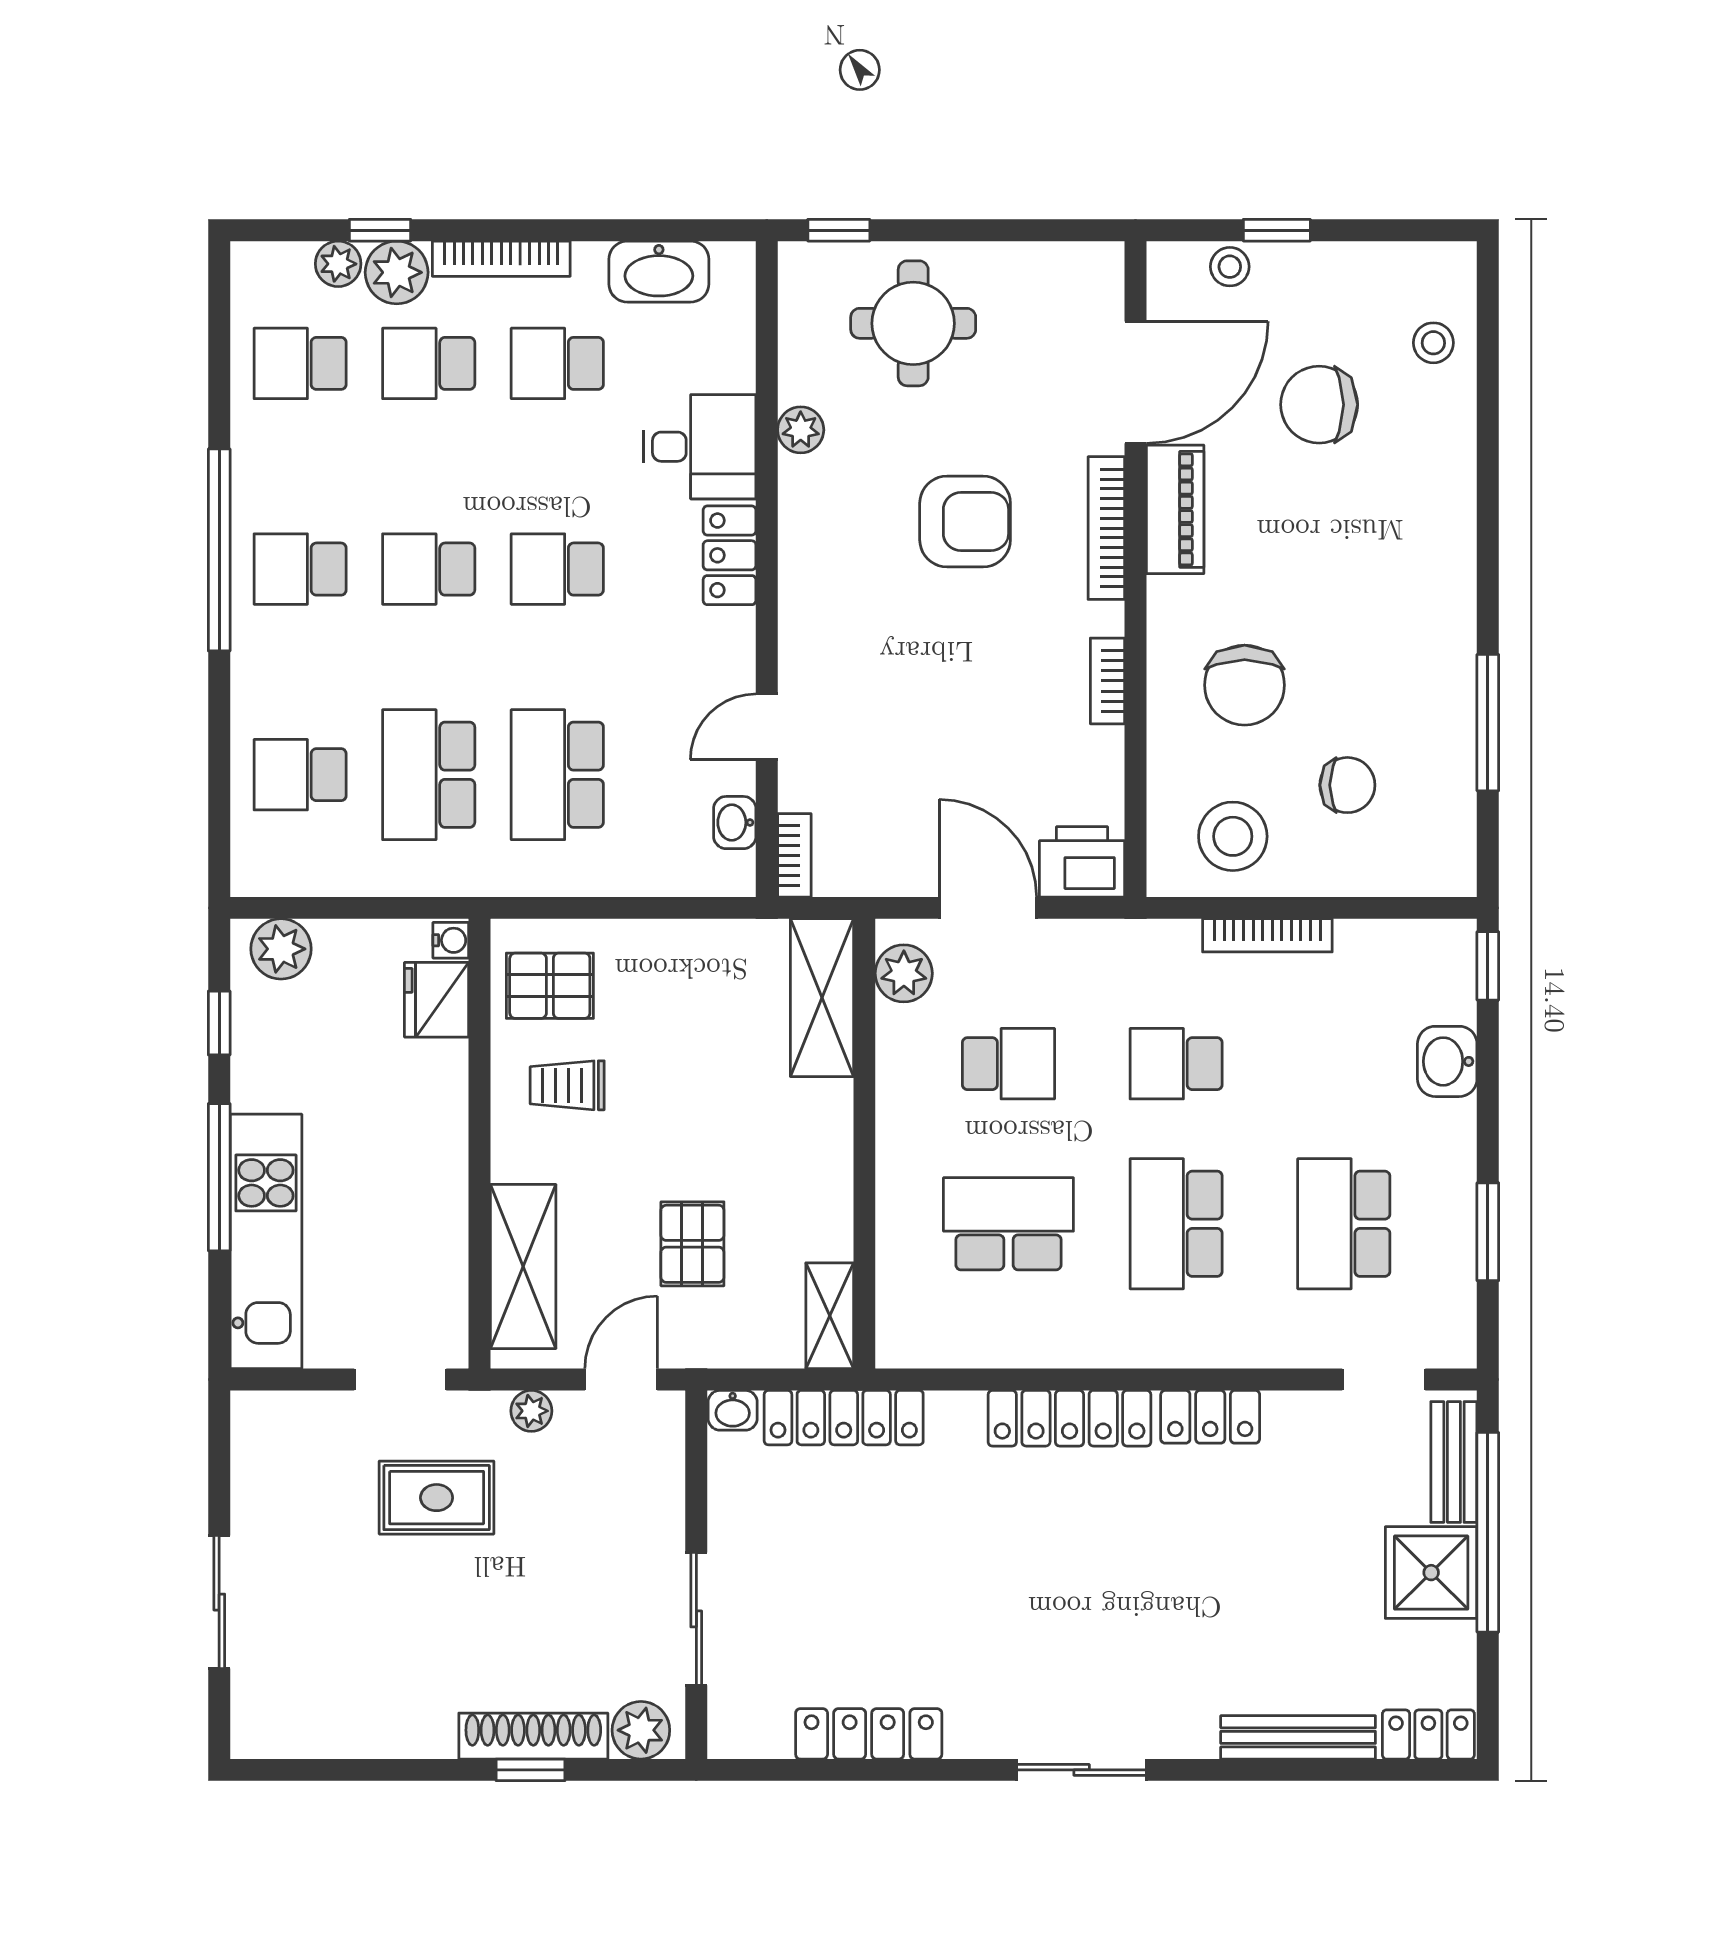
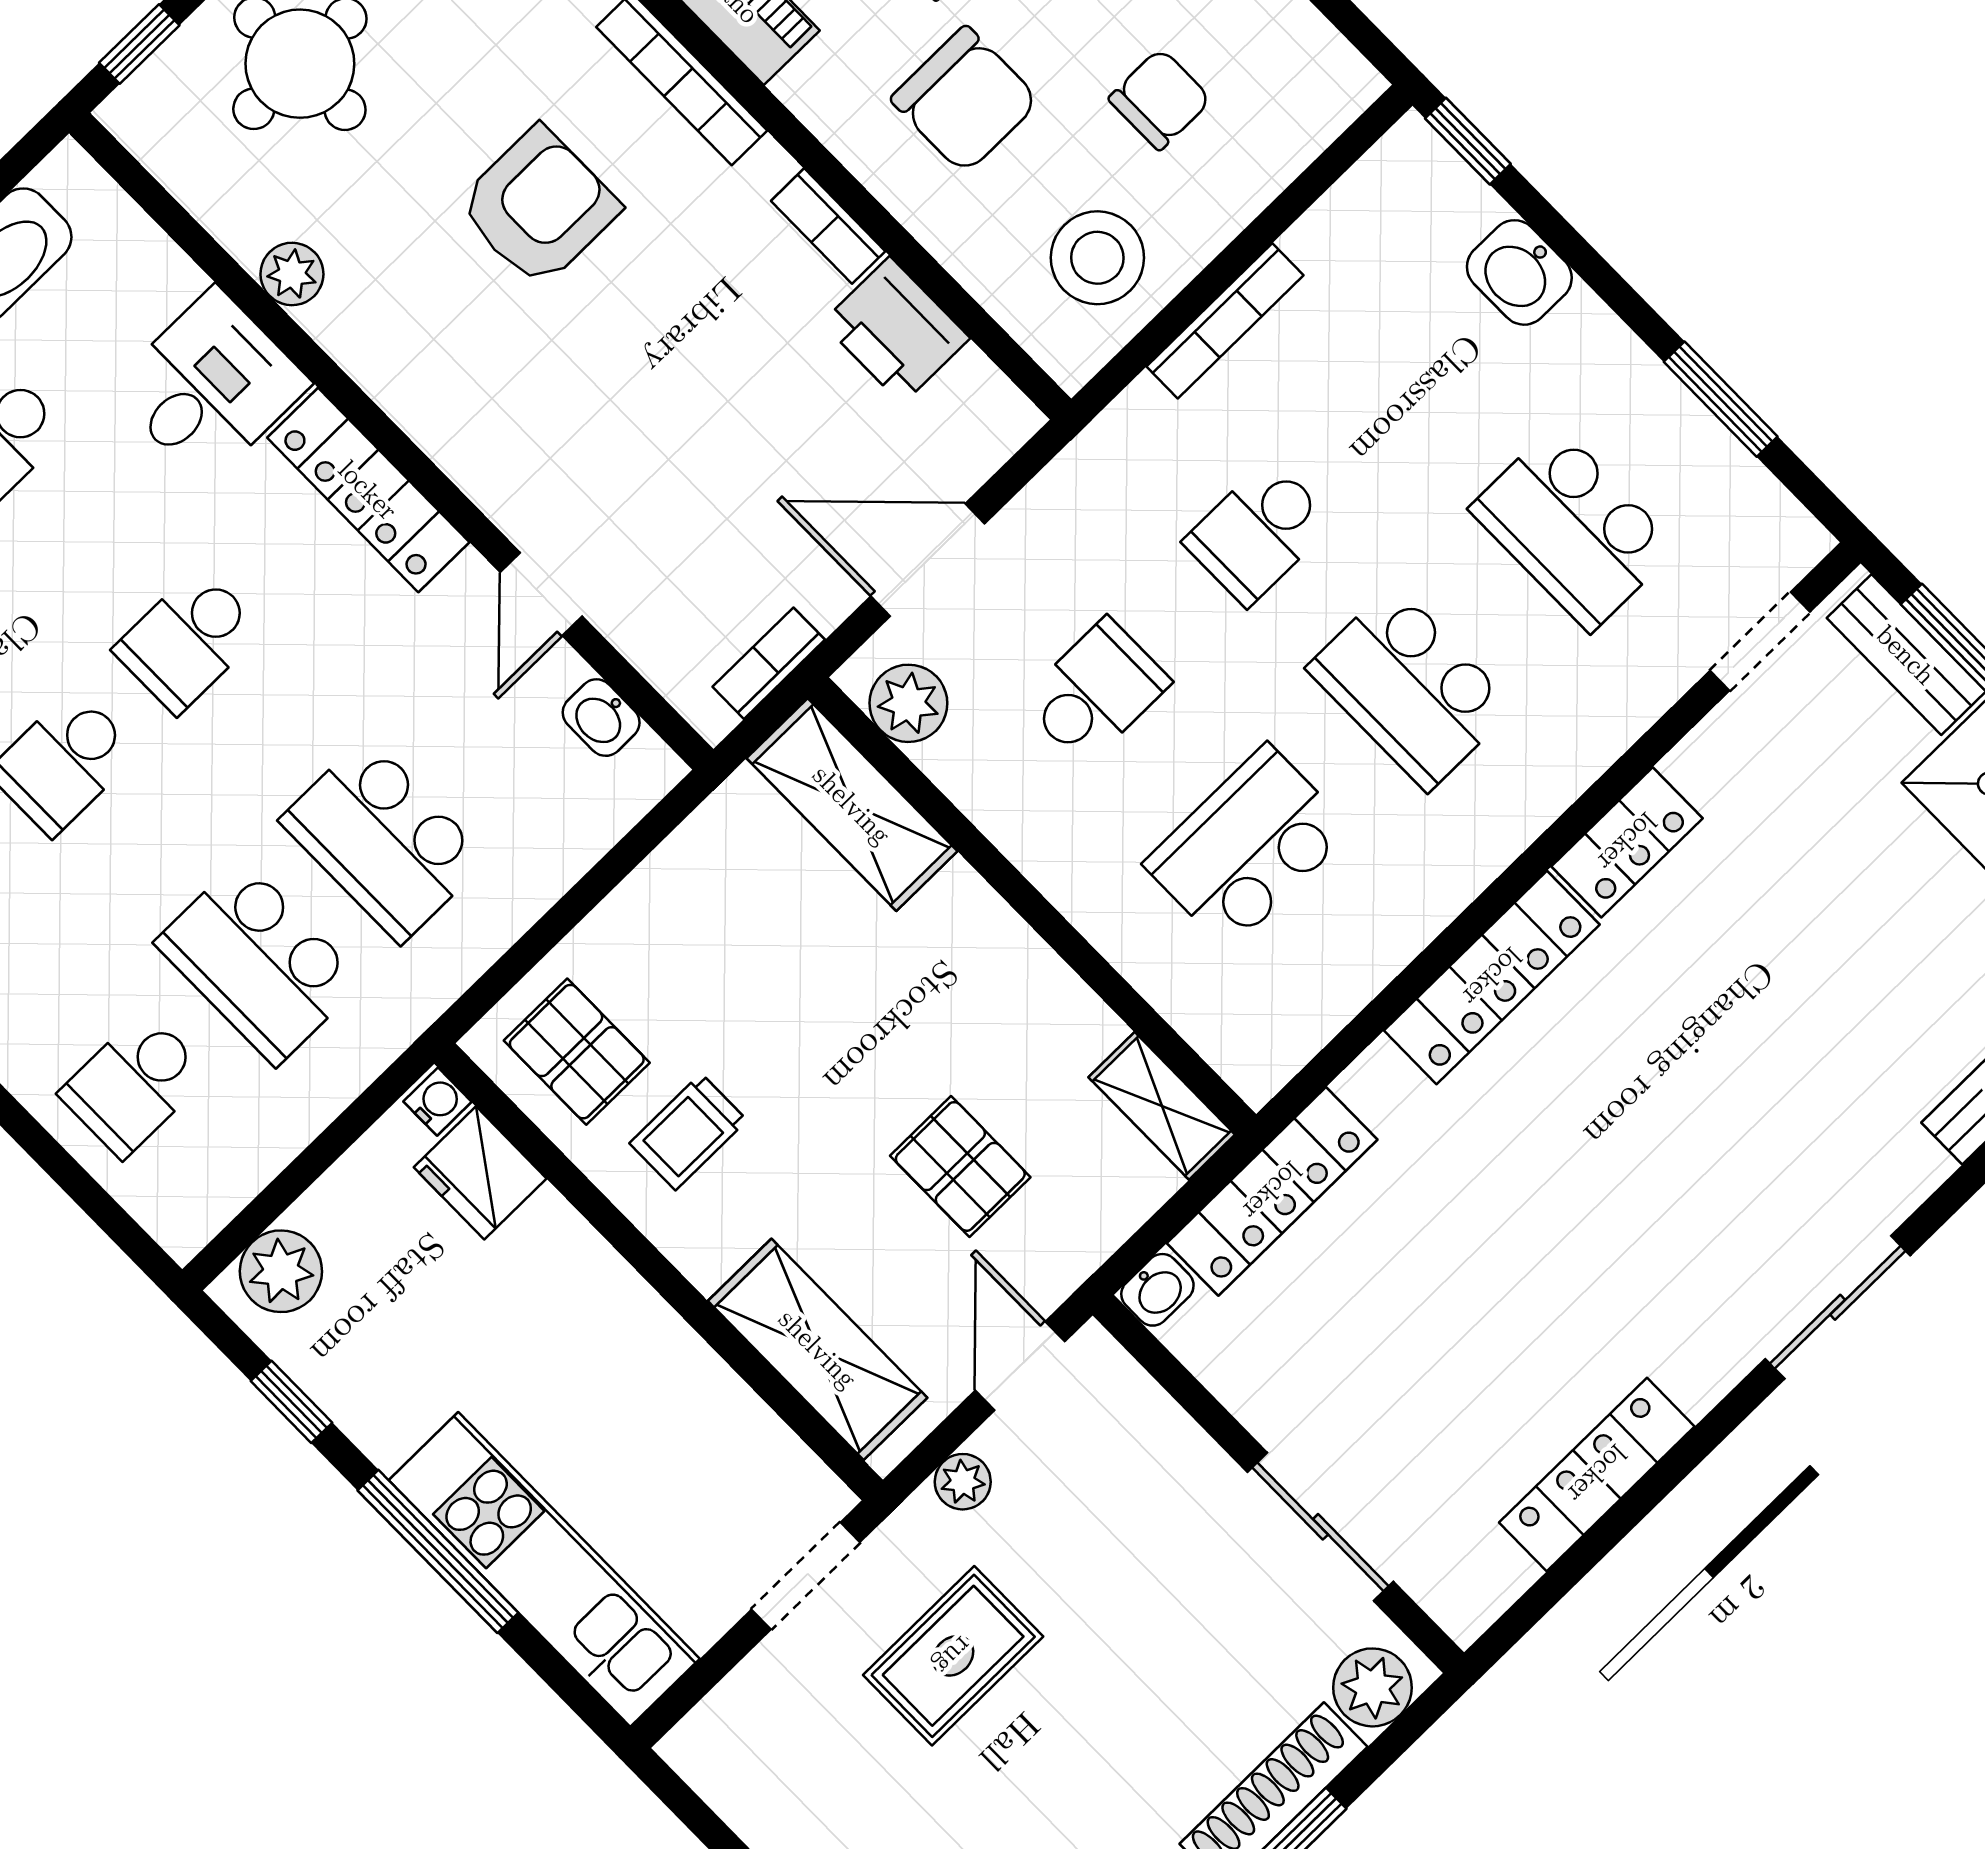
locker: (730, 555) -> (368, 490), width x1.53
bookcase: (794, 855) -> (769, 663), moved, turned -90
printer: (1082, 862) -> (896, 330), moved, turned -90
pallet: (550, 986) -> (577, 1052), turned 90

